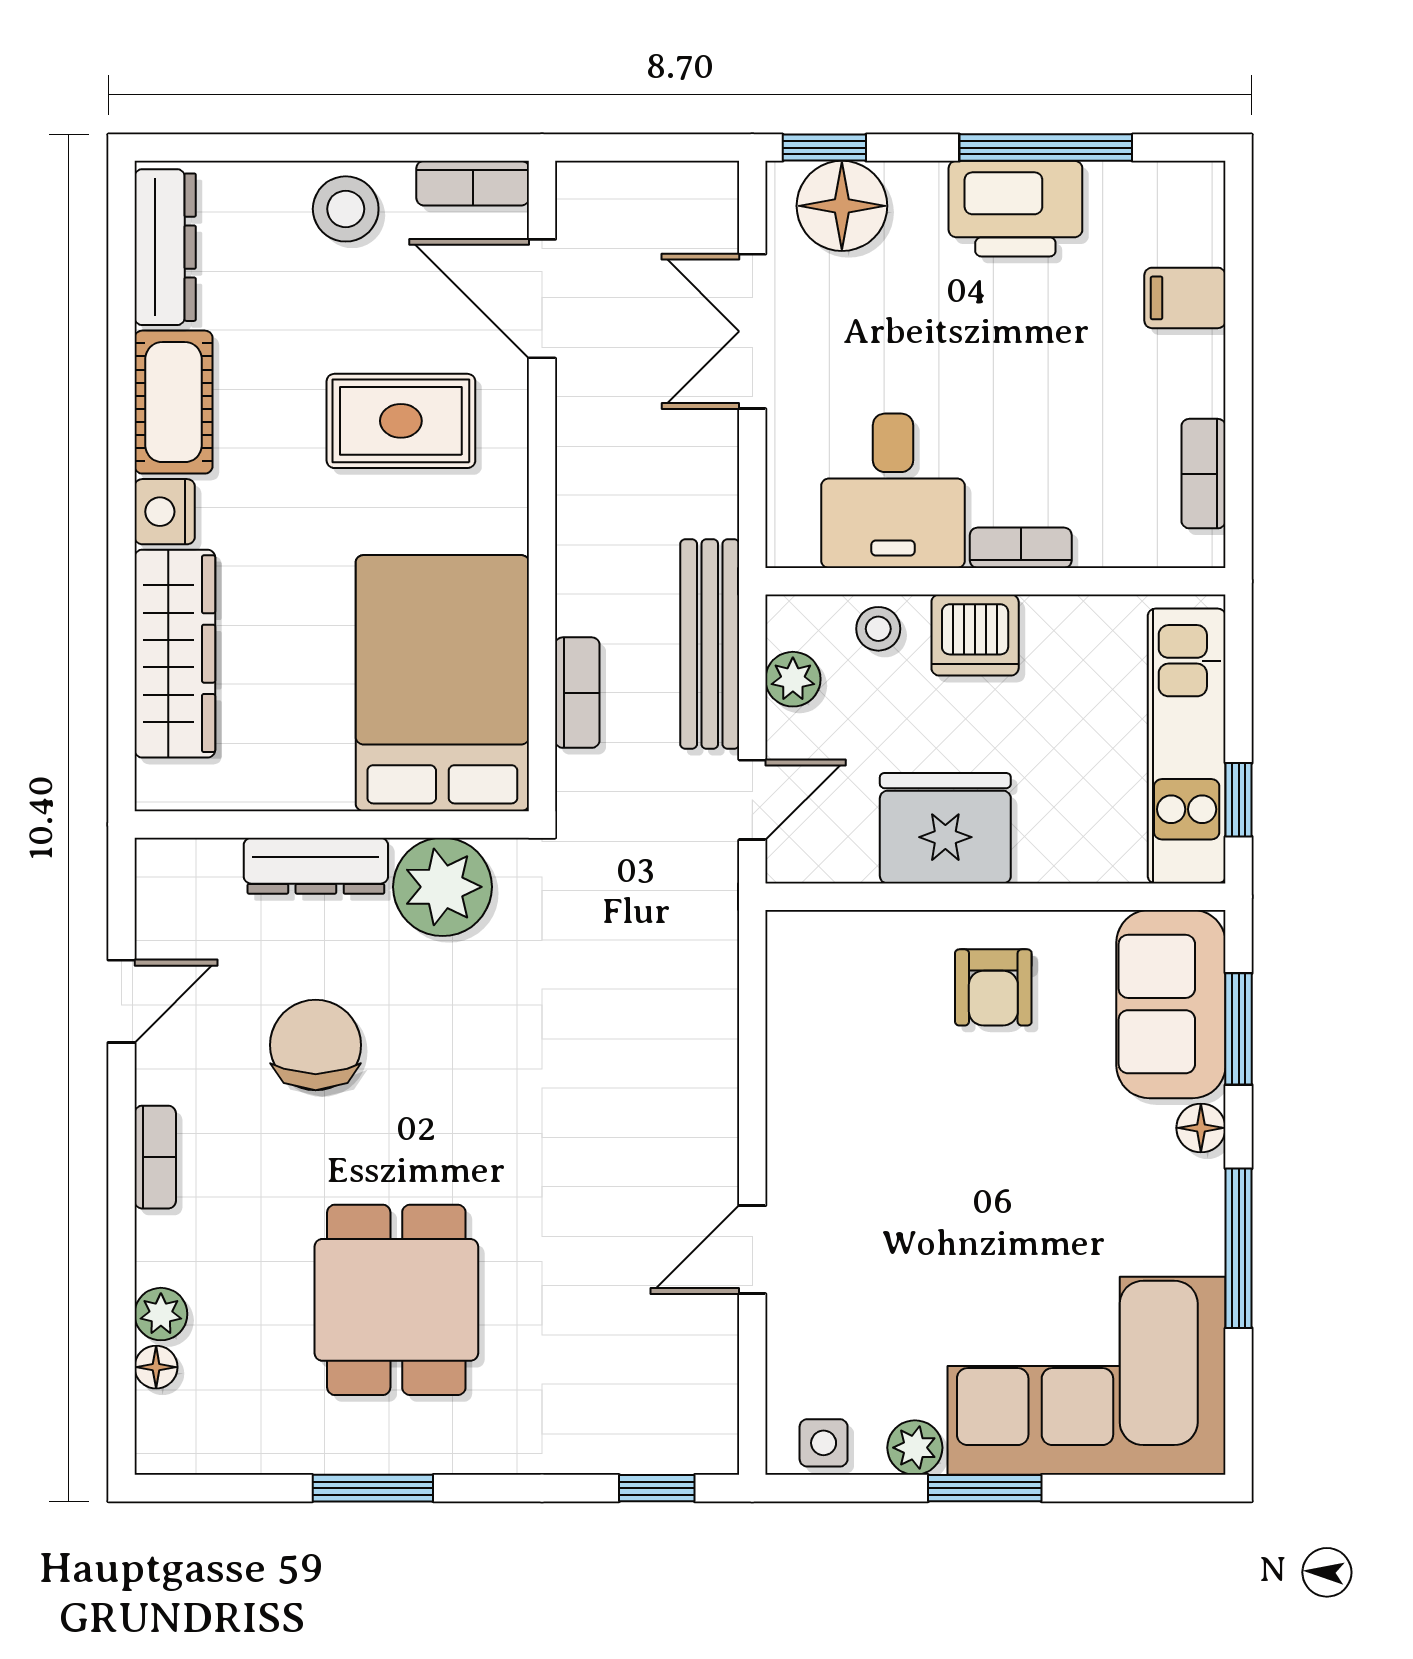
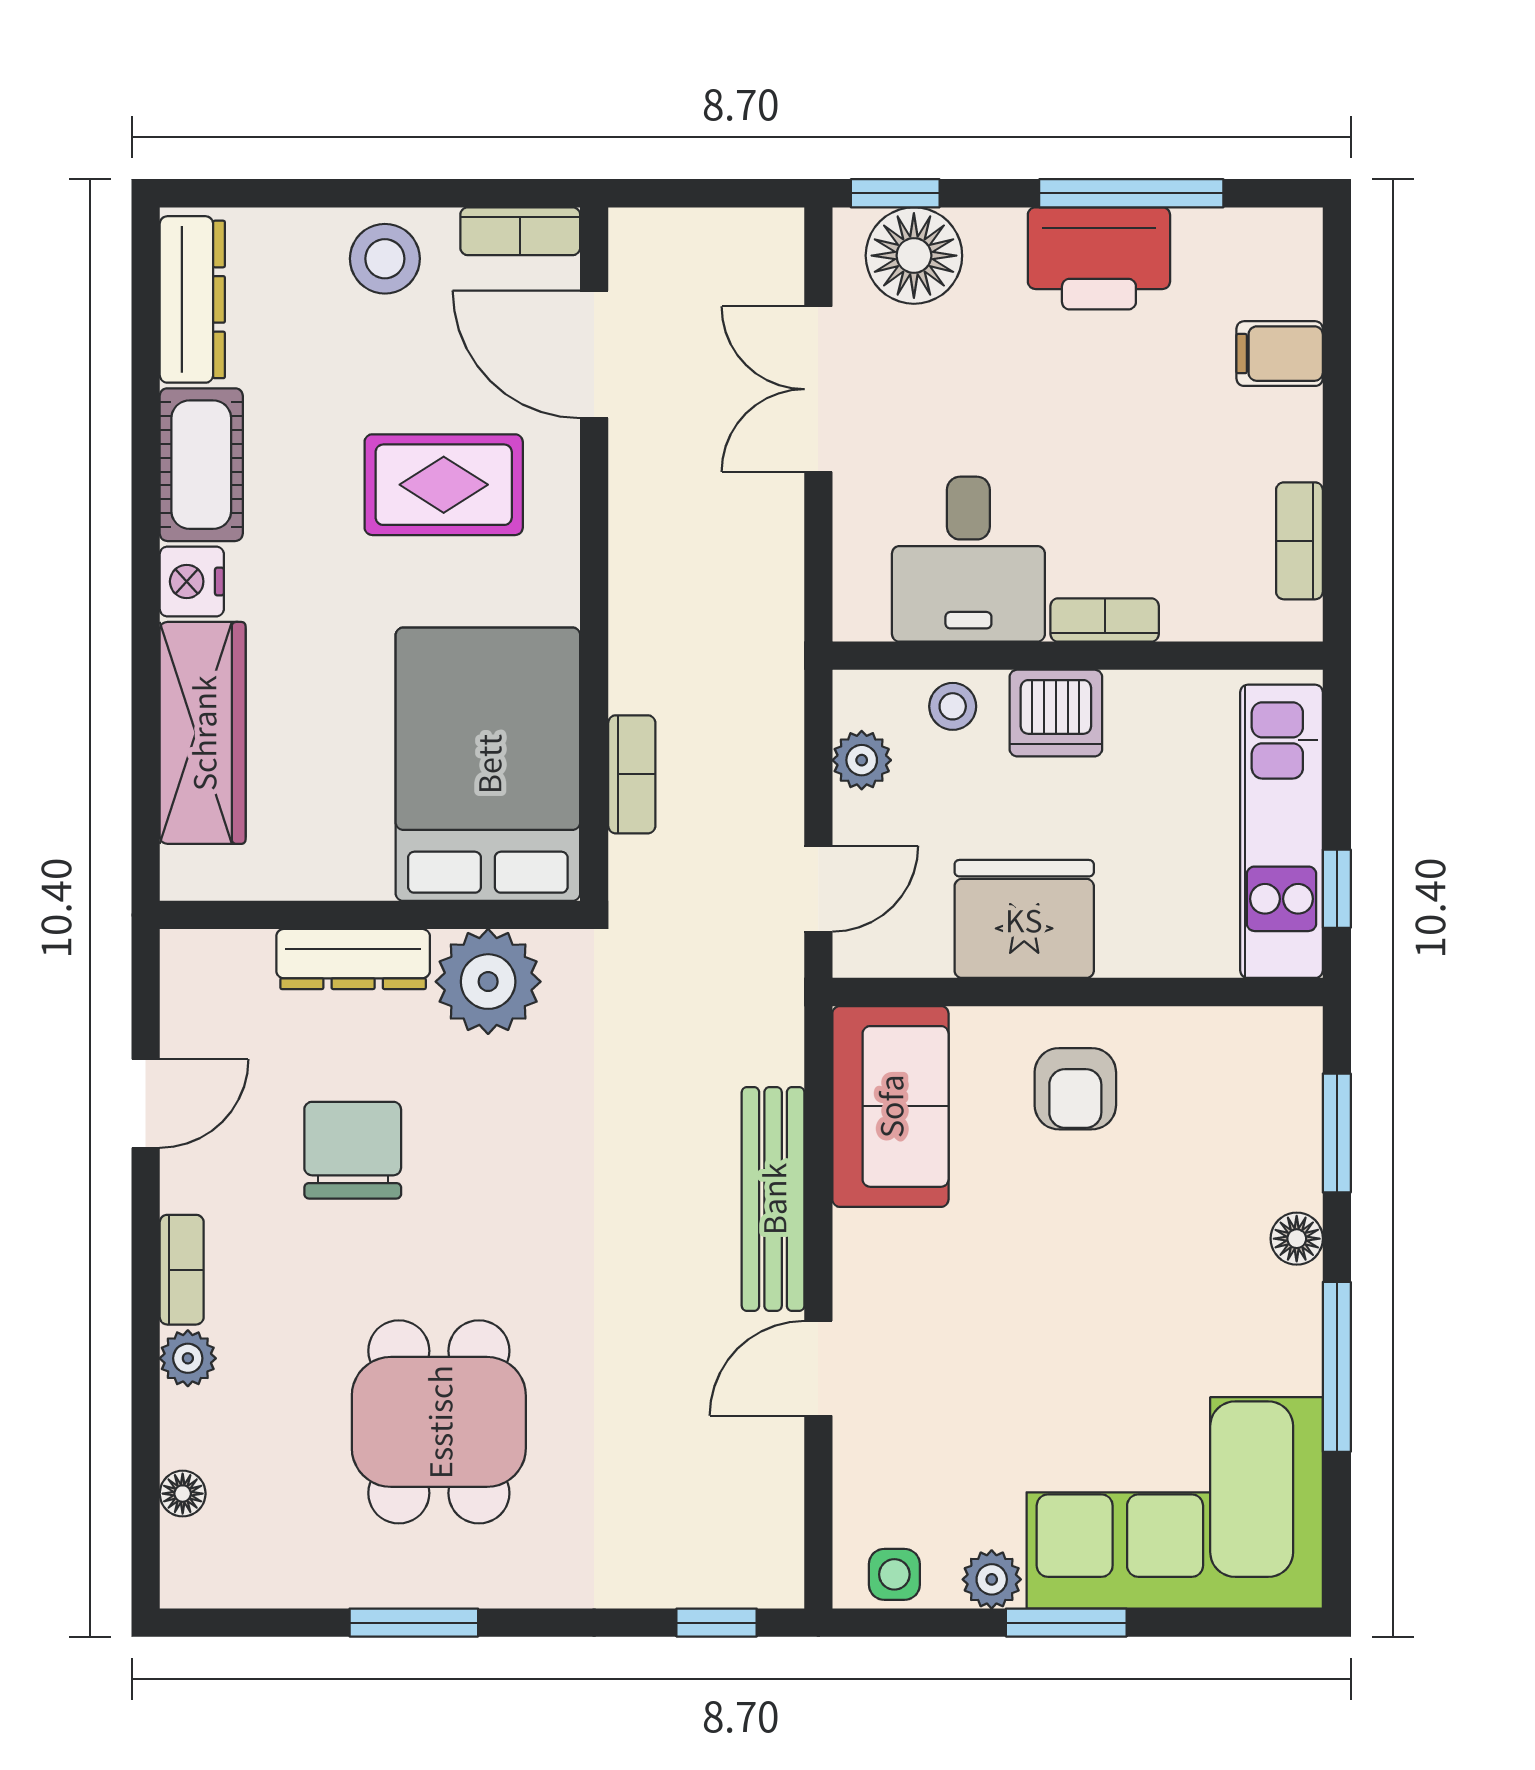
bench: (710, 644) -> (773, 1199), moved
sofa: (1171, 1004) -> (890, 1106), moved, turned 180
plant: (161, 1314) -> (188, 1358), moved

